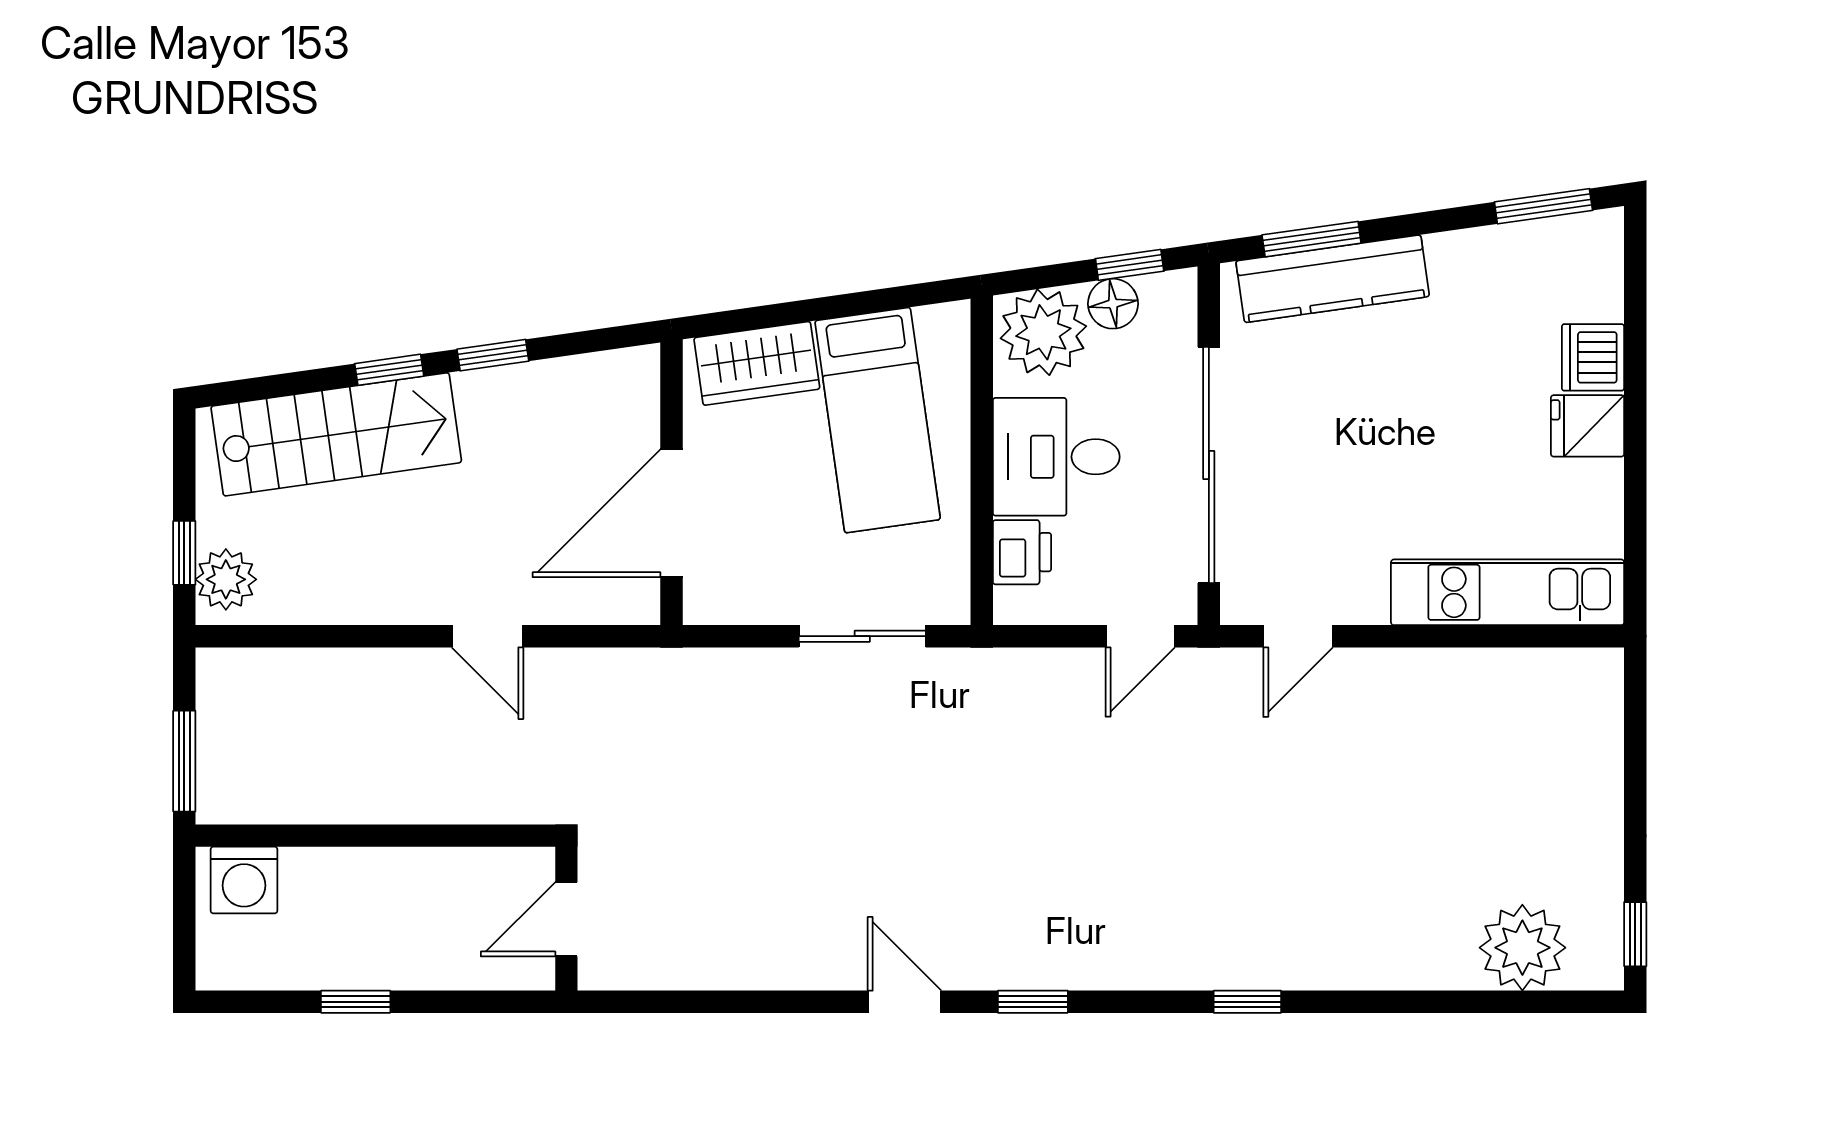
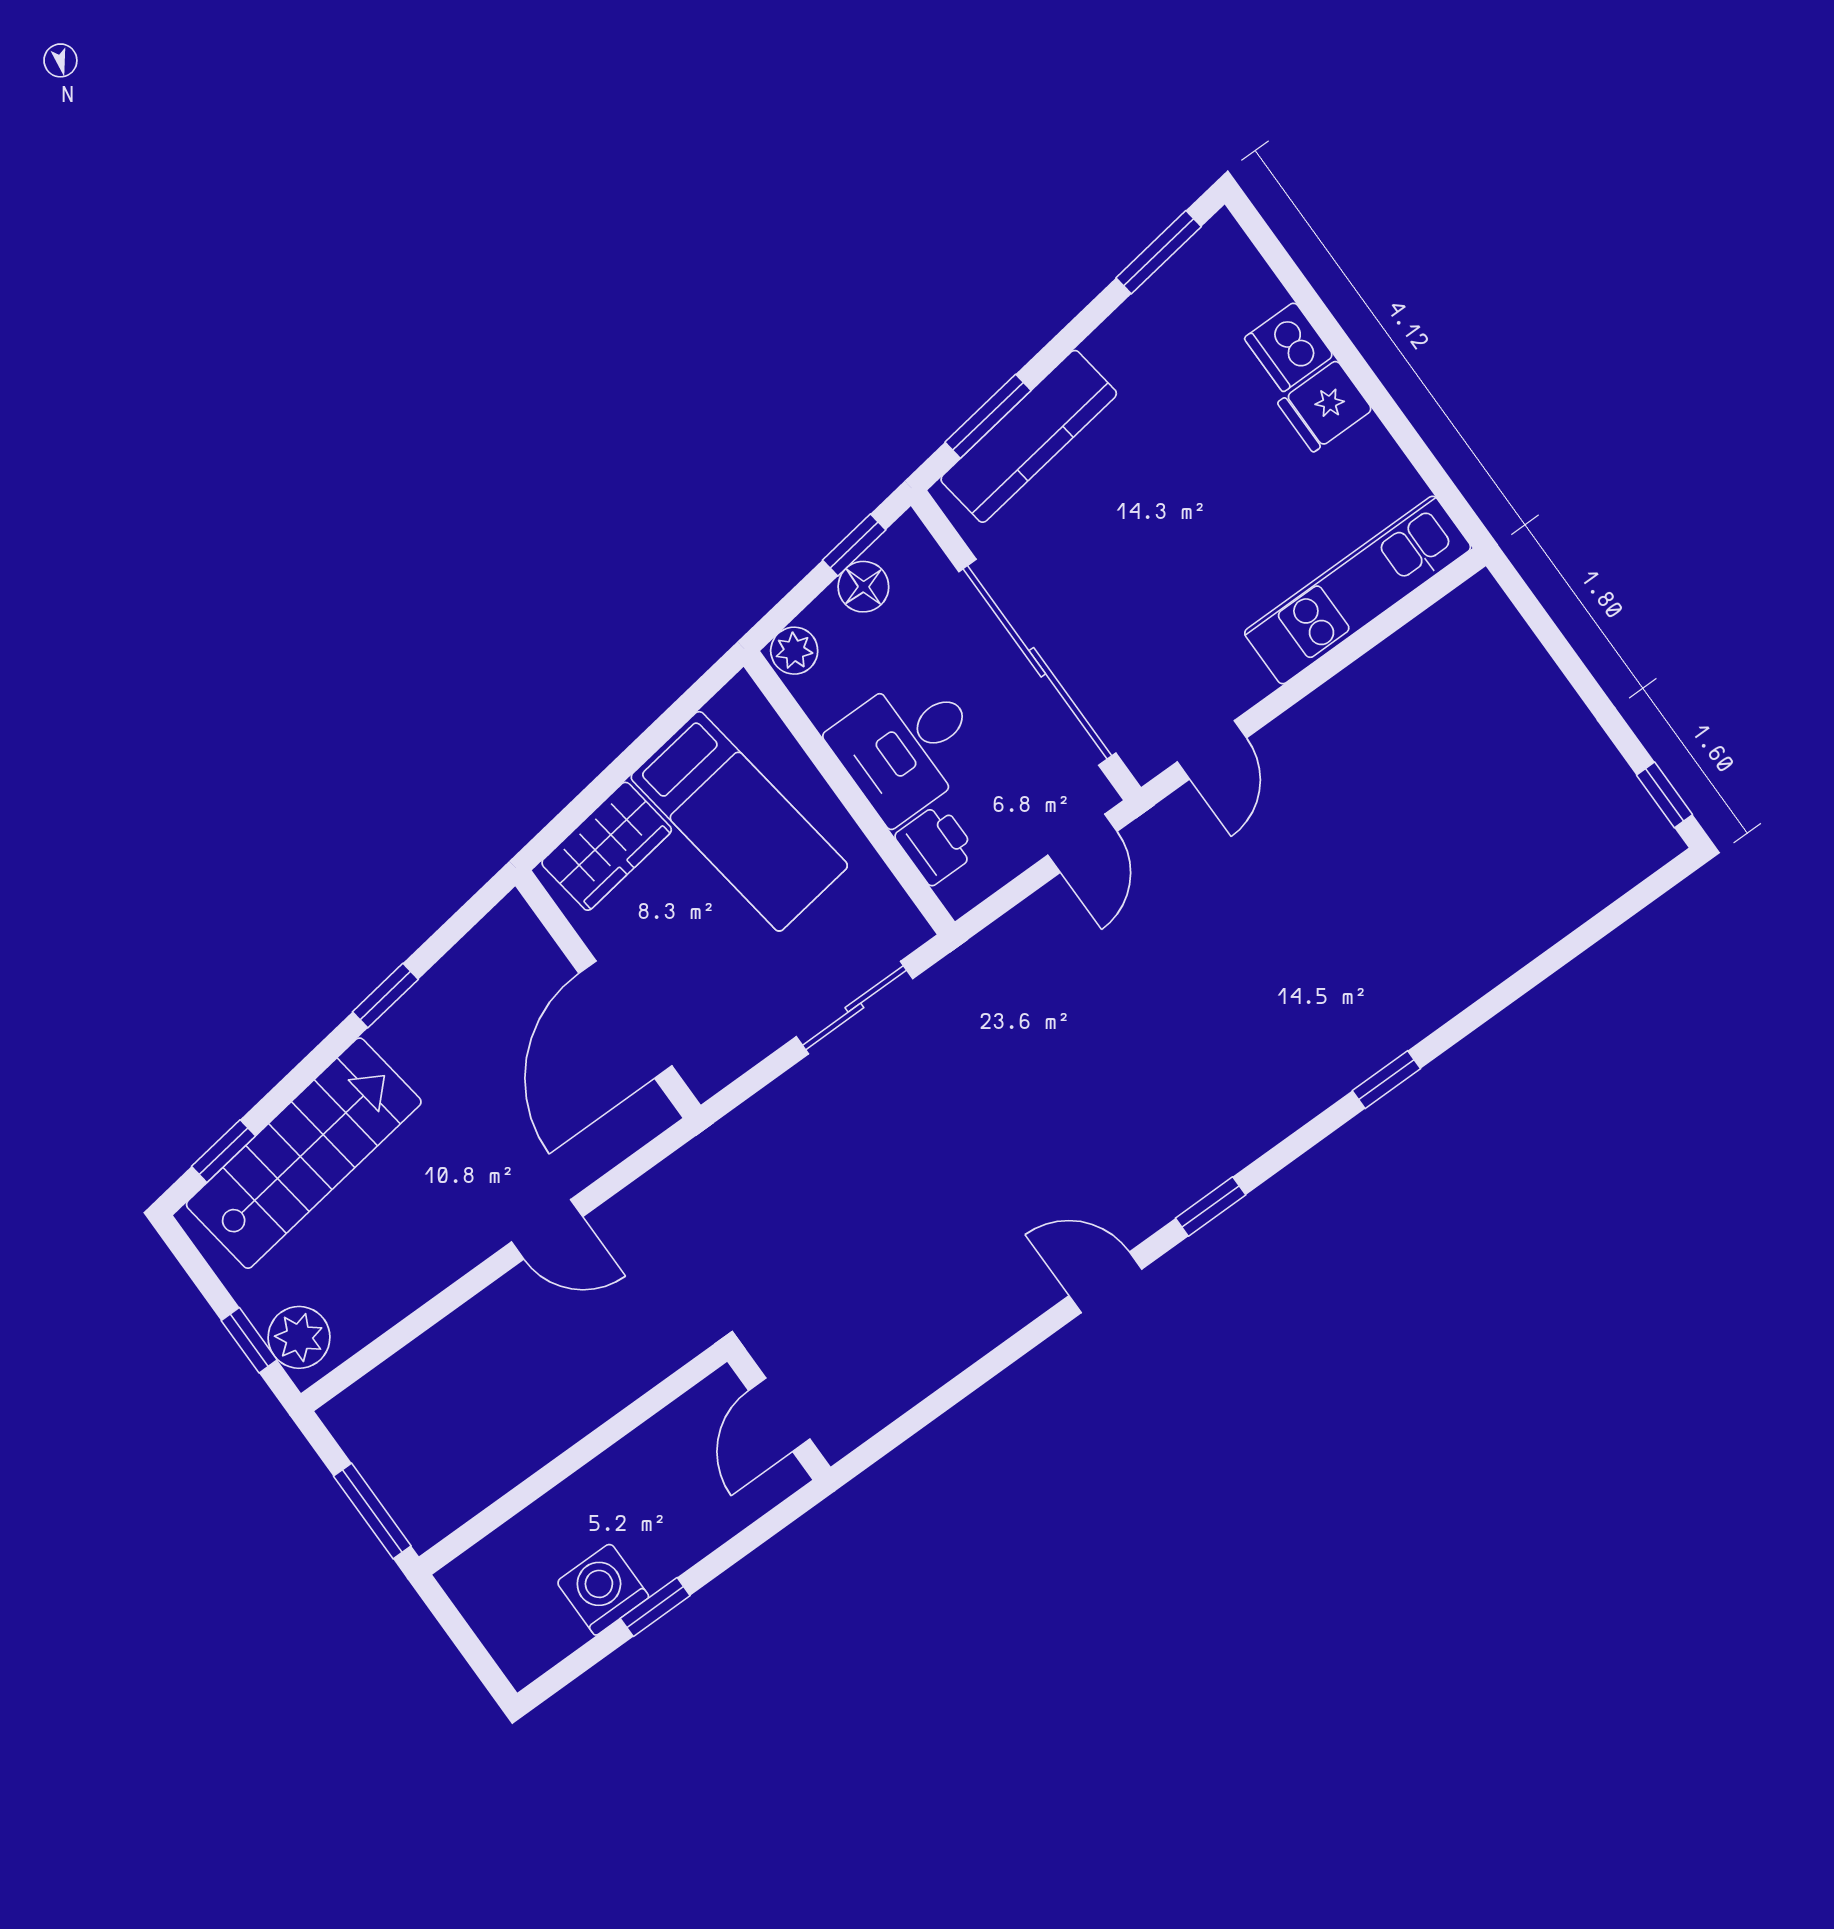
plant: (1043, 332) -> (794, 651), width x0.53, depth x0.53
window: (389, 370) -> (224, 1151), moved
washing machine: (244, 880) -> (603, 1589), moved, turned 180
plant: (1522, 948) -> (1580, 873), removed

